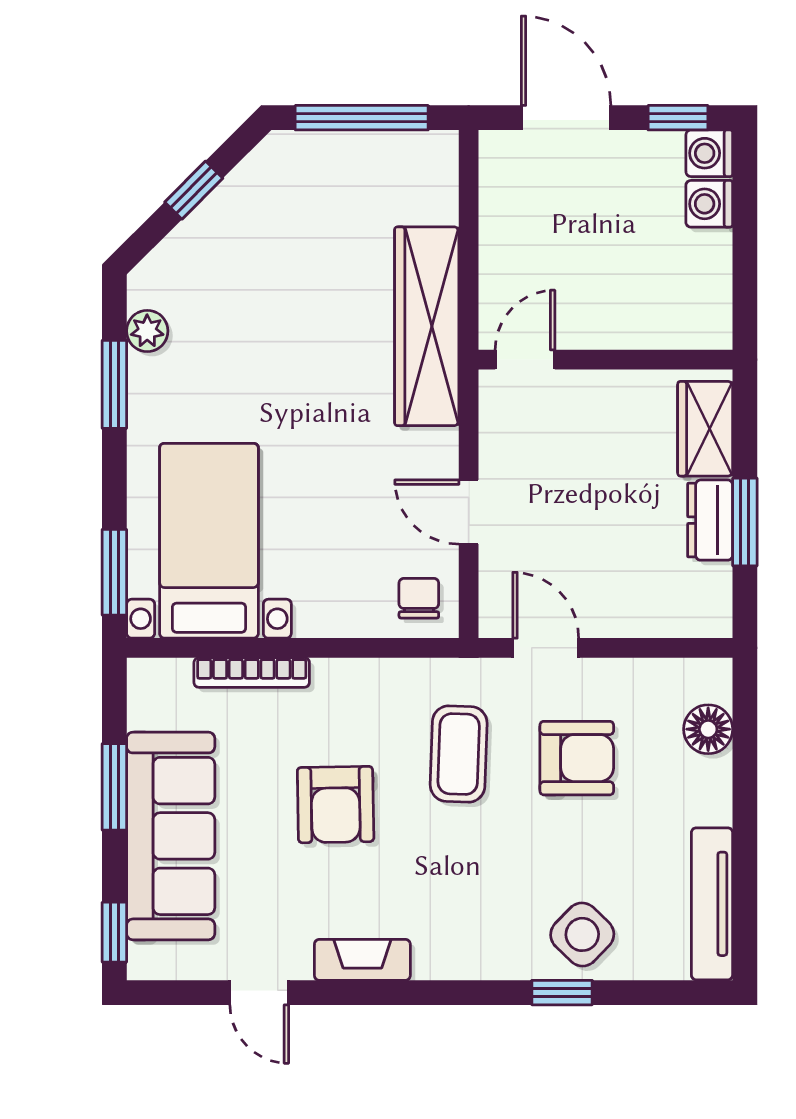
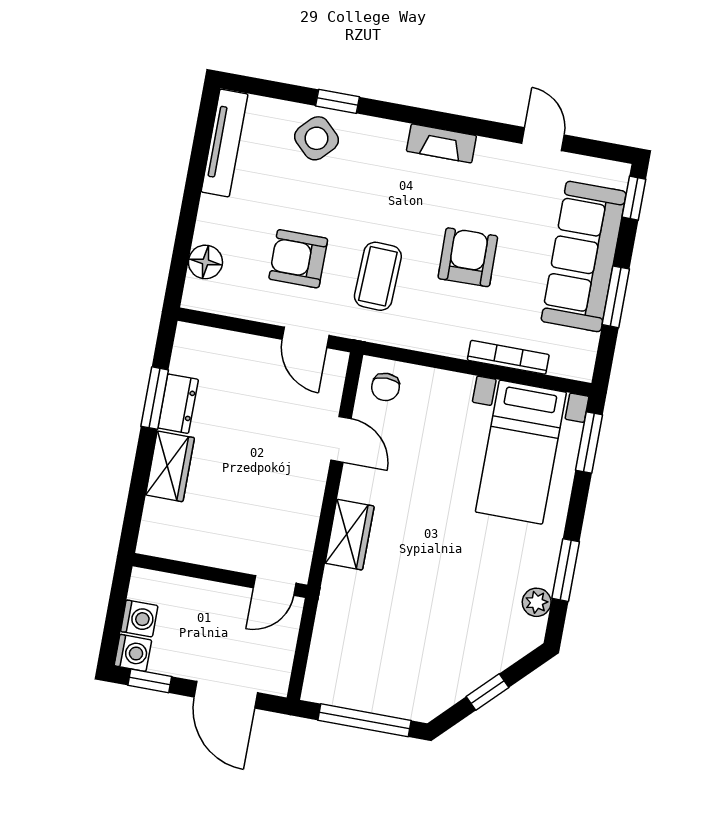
wardrobe: (427, 326) -> (350, 535), width x0.48, depth x0.85
door: (525, 360) -> (275, 585), moved
wall: (606, 360) -> (220, 575), moved
fireplace: (362, 960) -> (441, 143), moved

